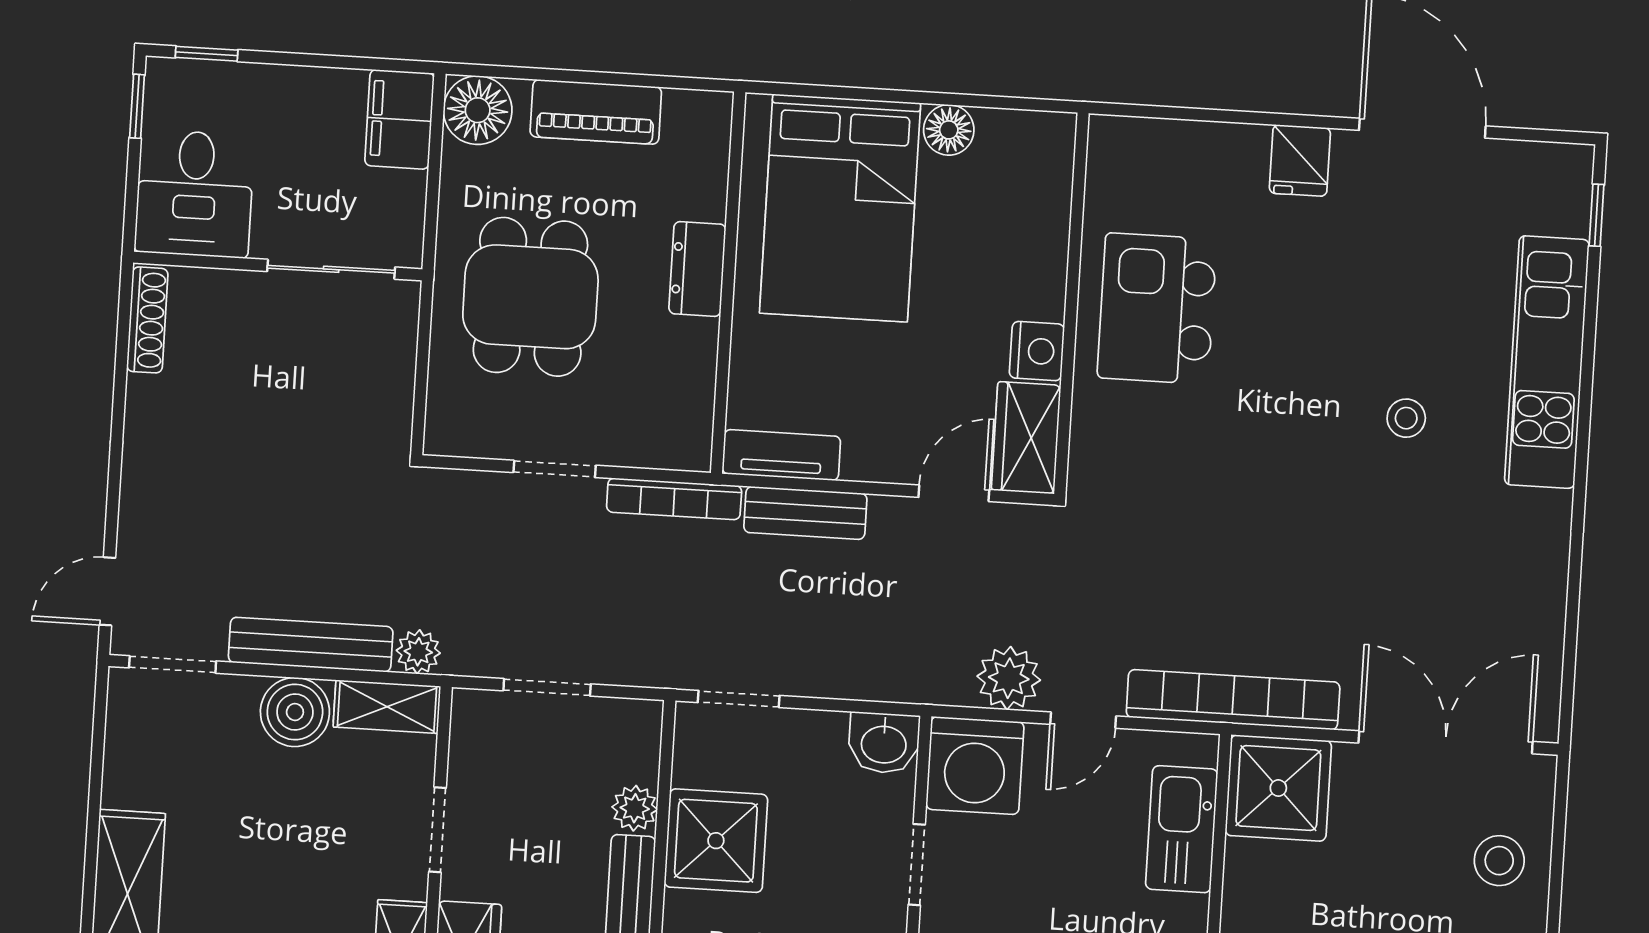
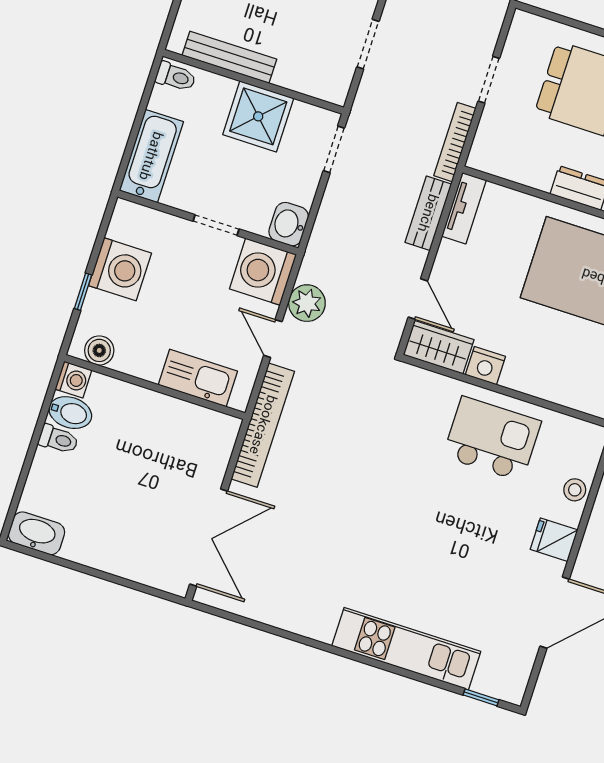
stool: (1406, 418) -> (575, 490), moved
shower: (1278, 788) -> (207, 438), removed
plant: (635, 808) -> (288, 76), removed
stool: (1499, 861) -> (135, 551), removed

